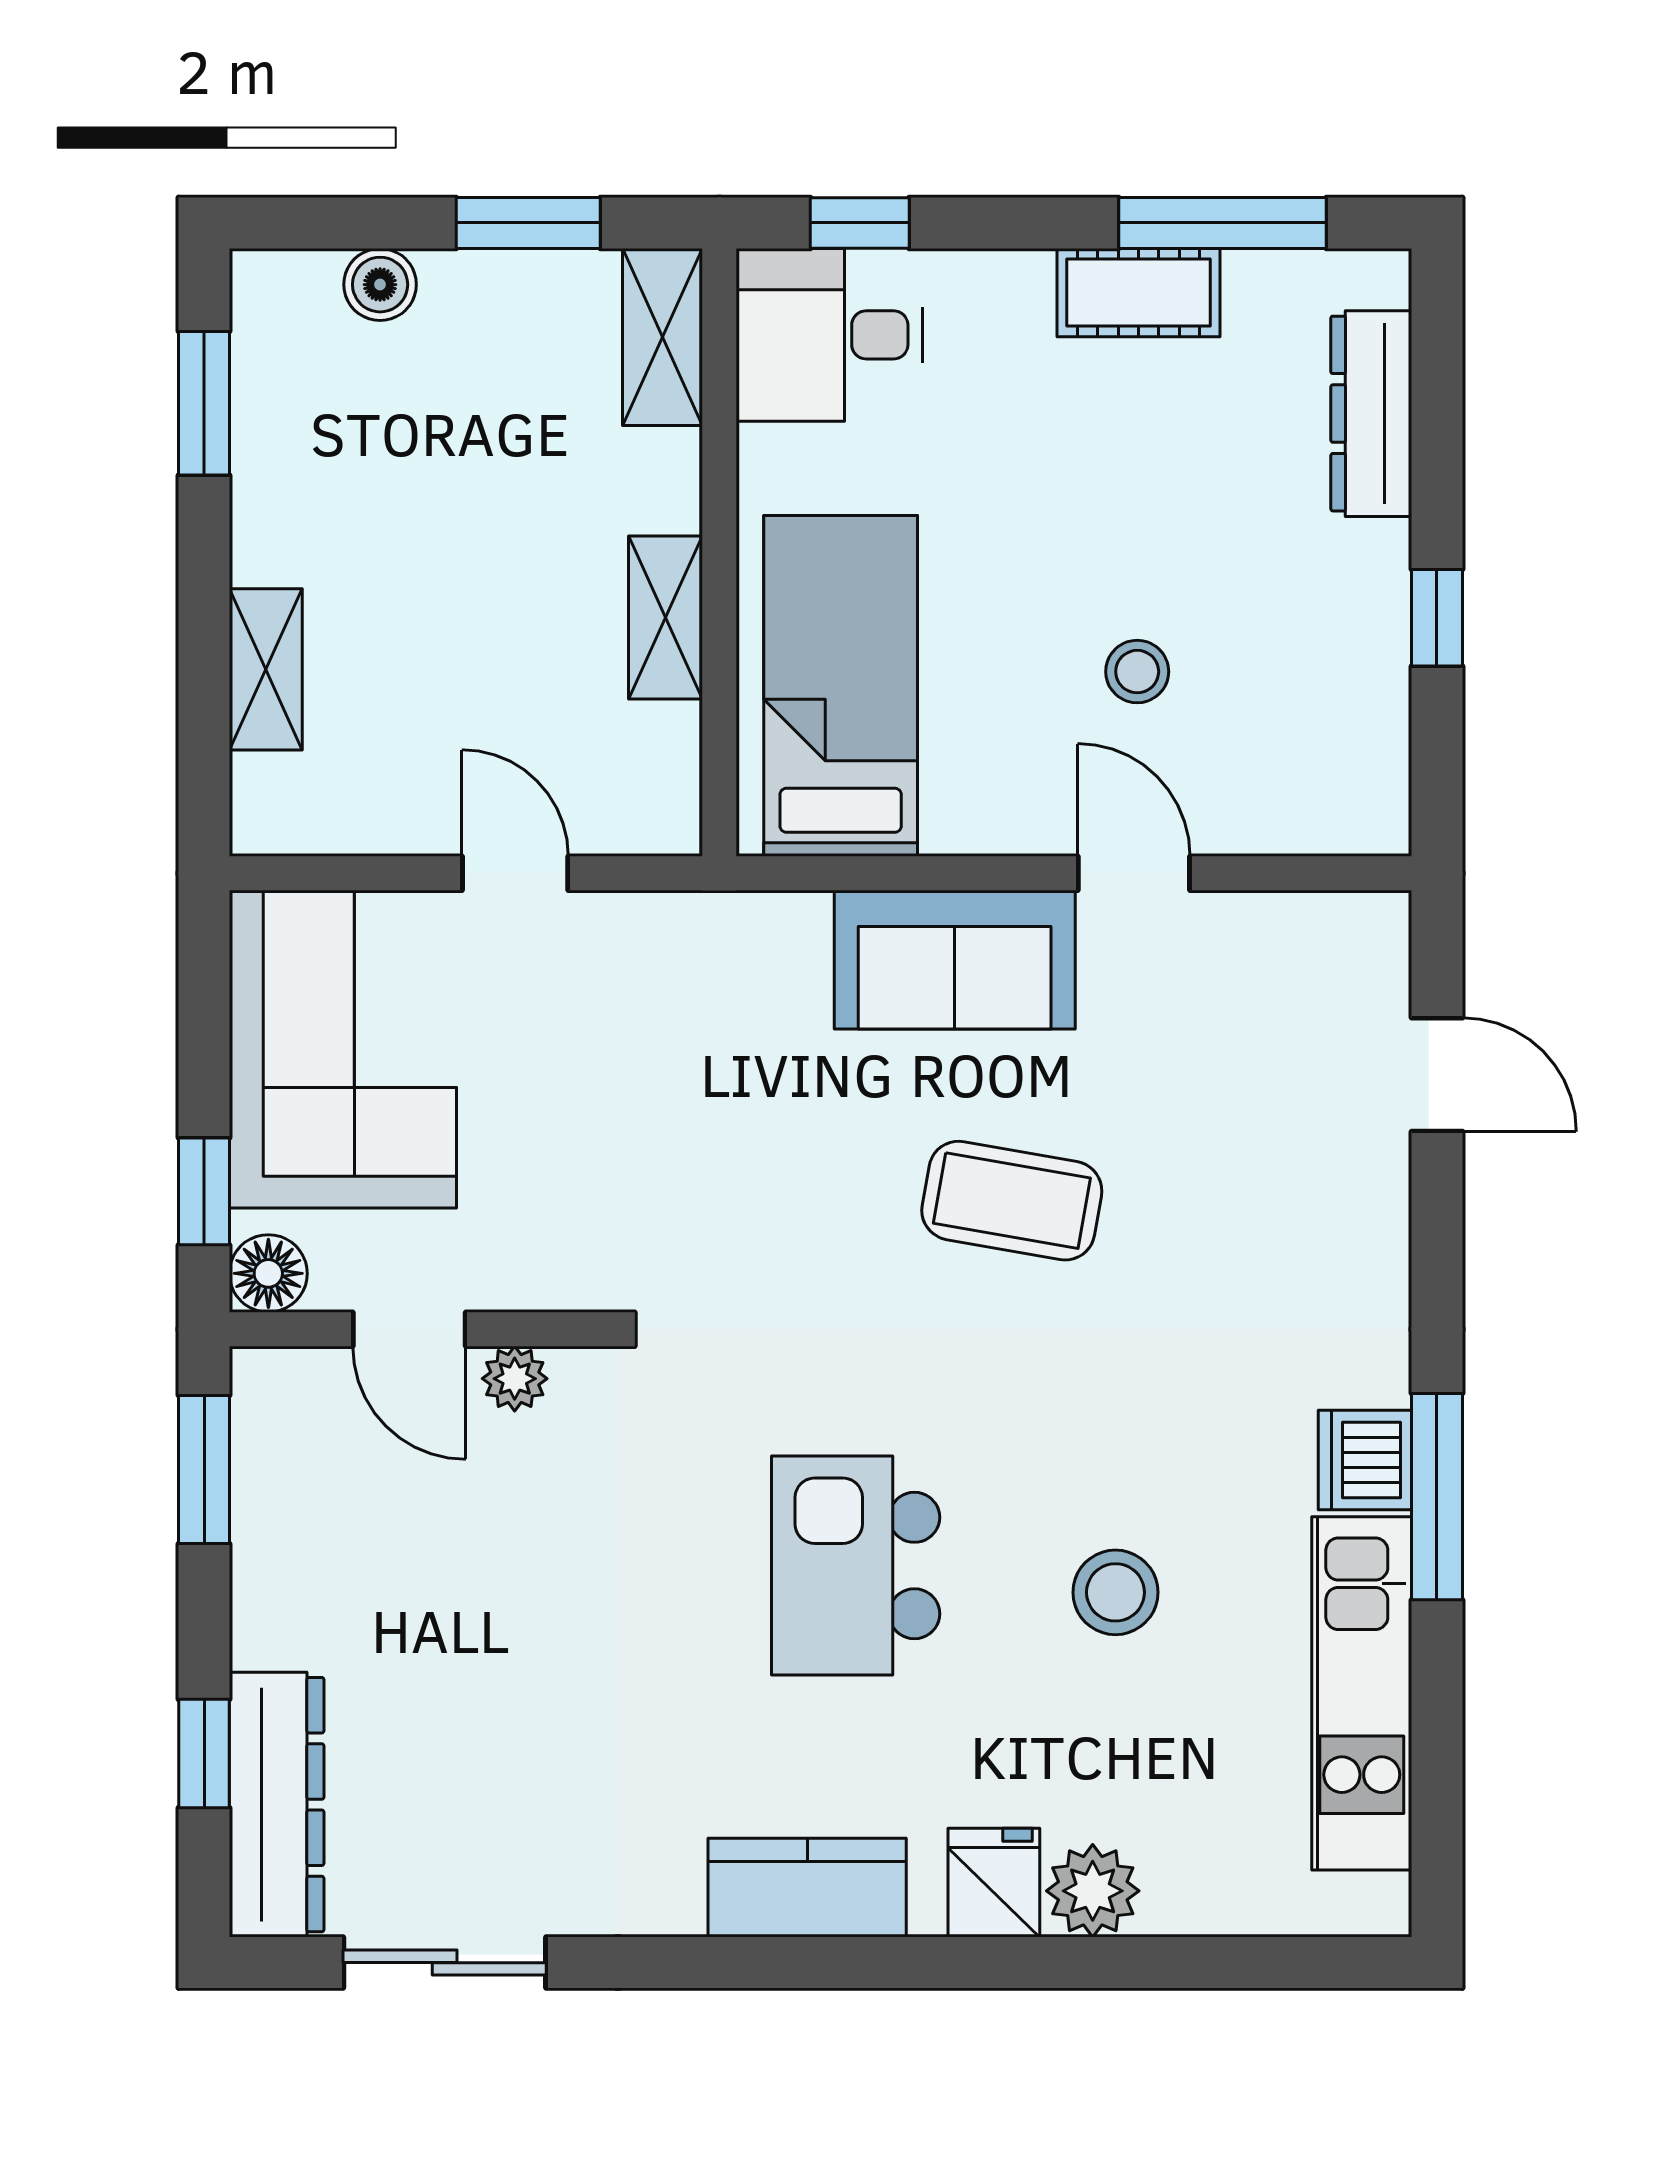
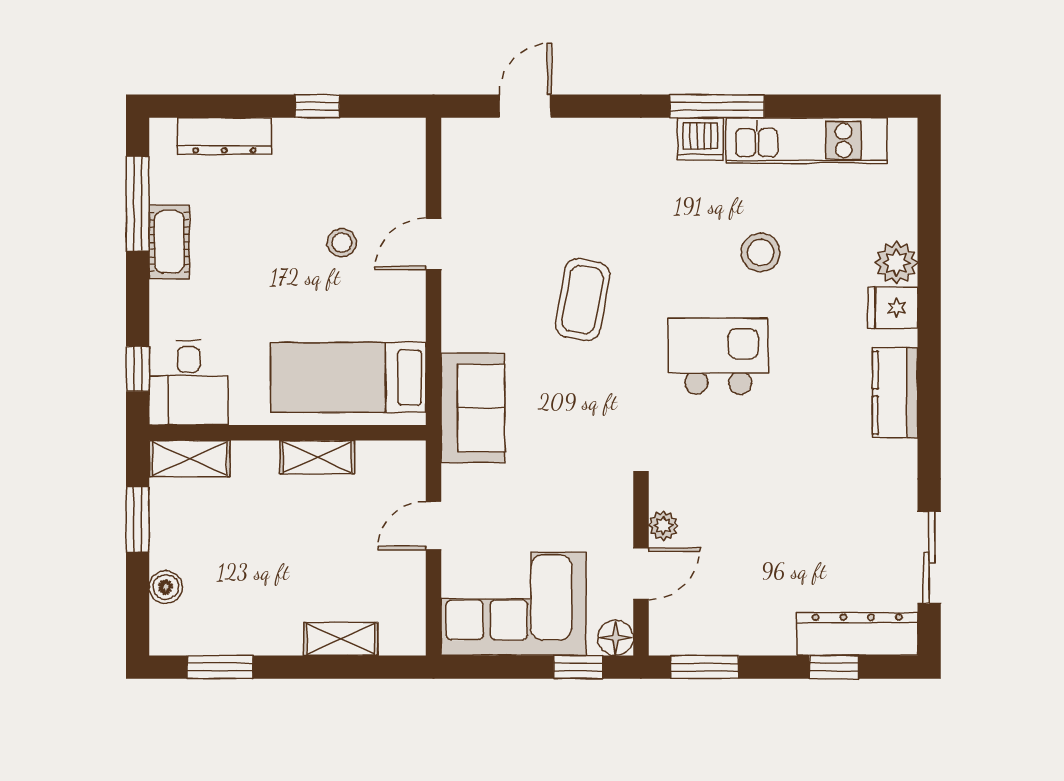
sofa: (955, 960) -> (473, 408), moved
kitchen island: (856, 1566) -> (718, 356), moved, turned 180

